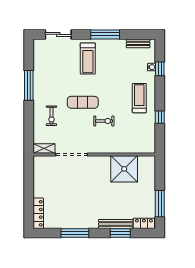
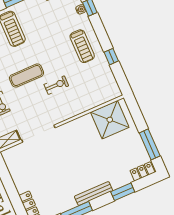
treadmill: (139, 98) -> (82, 46), turned 180
shower: (124, 169) -> (110, 120), moved
bench: (116, 224) -> (94, 193), moved

